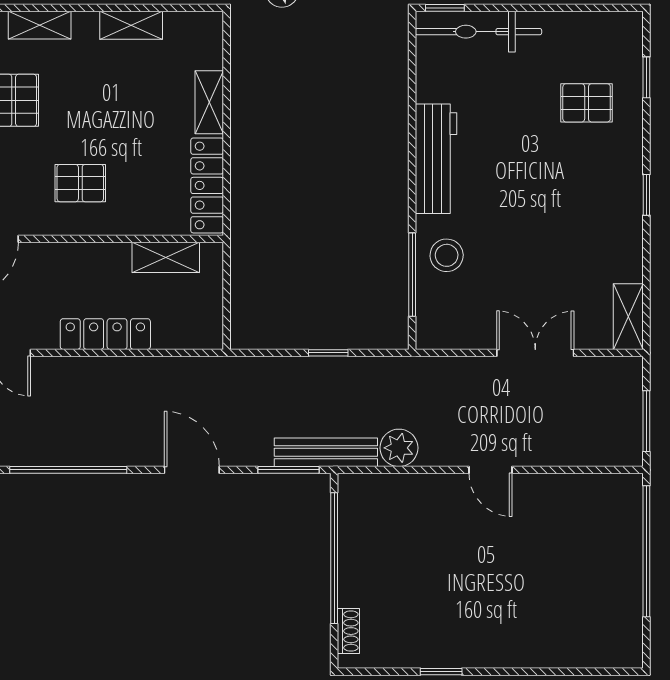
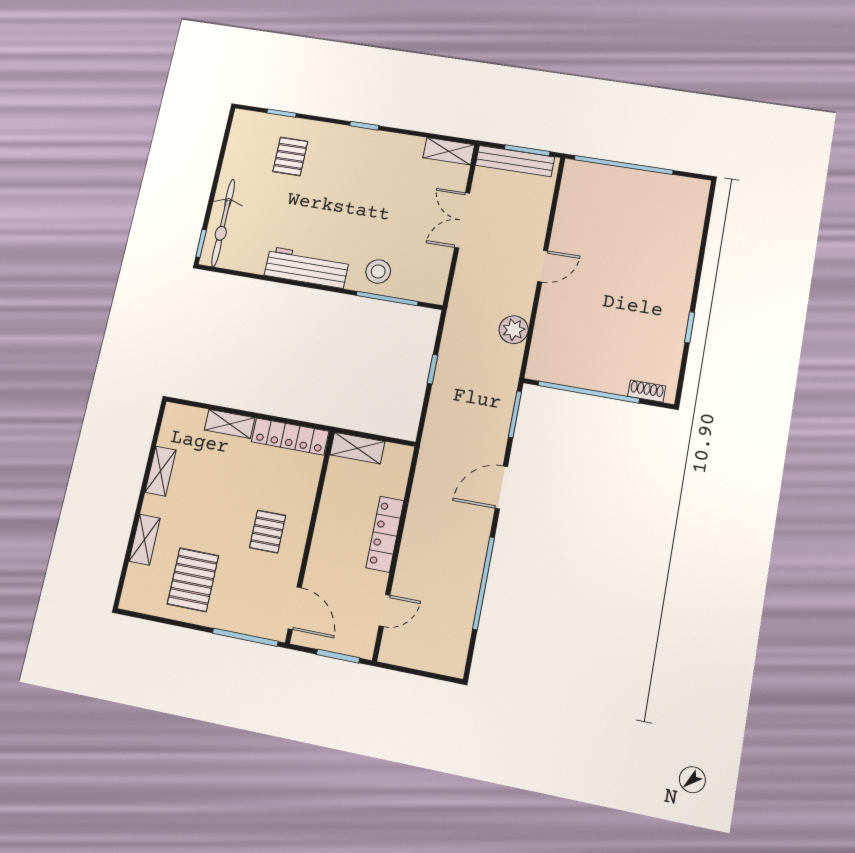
shelving: (166, 257) -> (357, 448), moved, turned 90
bench: (326, 452) -> (515, 161), moved, turned 90

